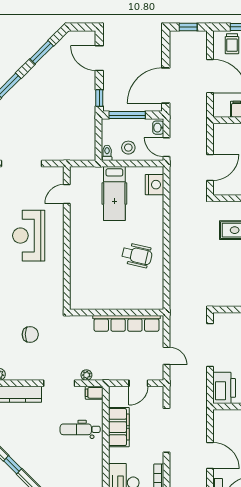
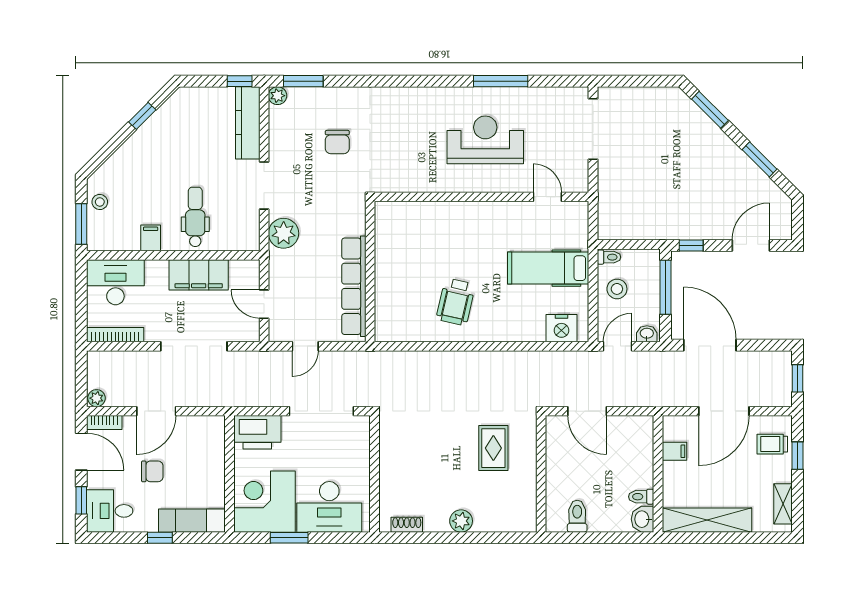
plant: (86, 375) -> (284, 233), width x1.87, depth x1.87
filing cabinet: (94, 393) -> (151, 238), moved

